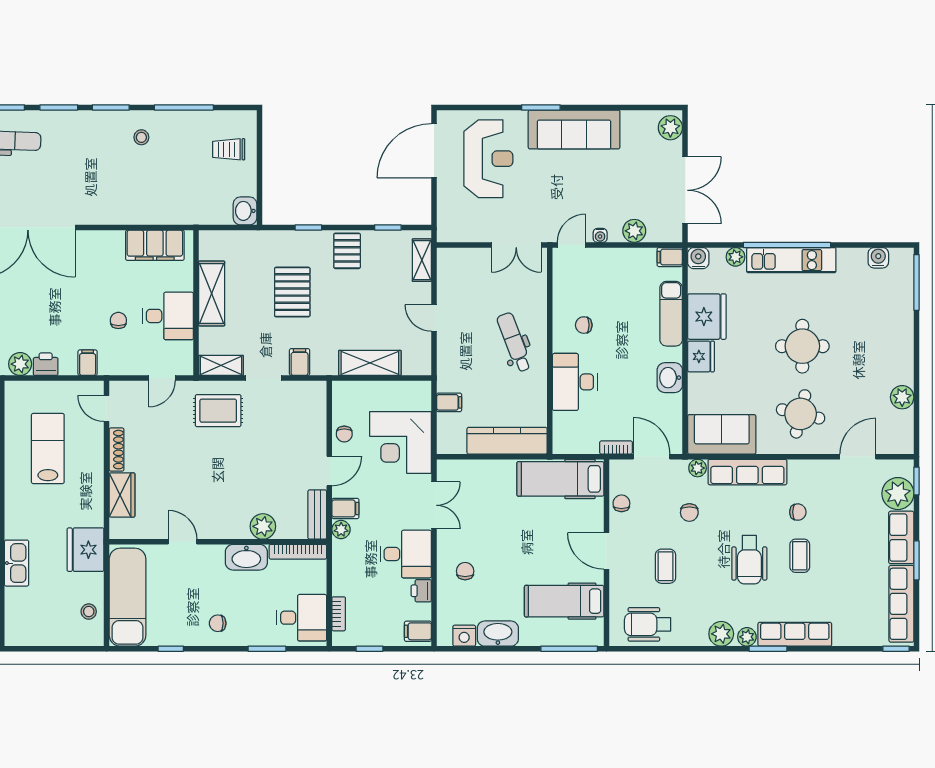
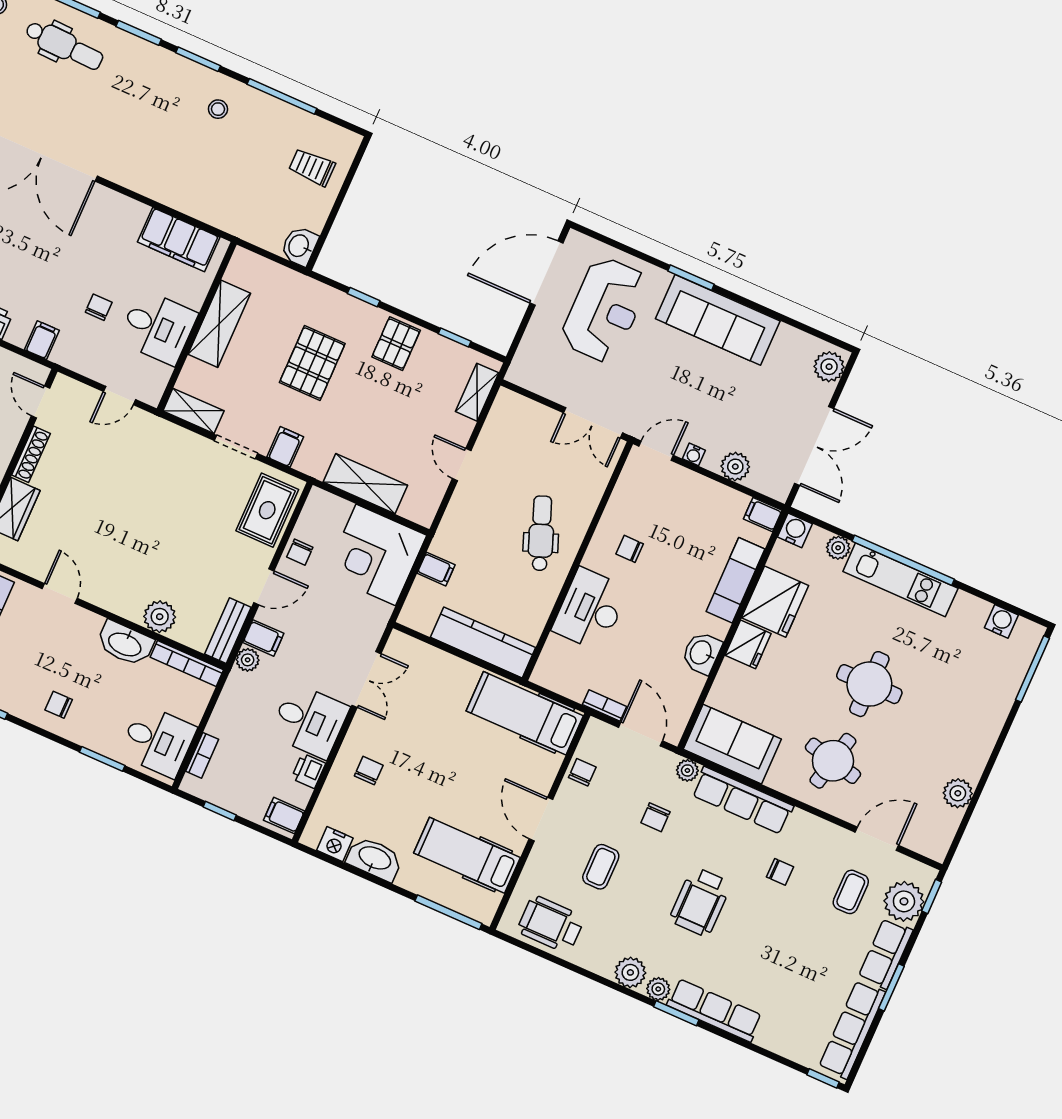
rug: (218, 411) -> (267, 510), moved, turned 90
corner desk: (401, 442) -> (376, 555), moved
coffee table: (800, 556) -> (851, 892), moved

